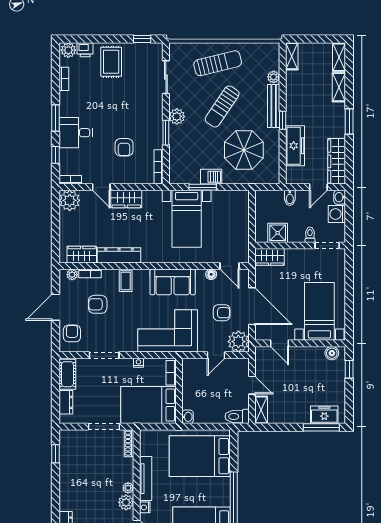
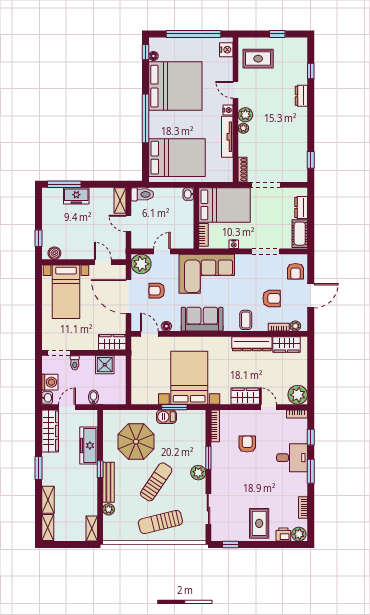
bed with nightstands: (187, 219) -> (189, 378), width x1.36
freezer: (324, 415) -> (76, 196), moved

